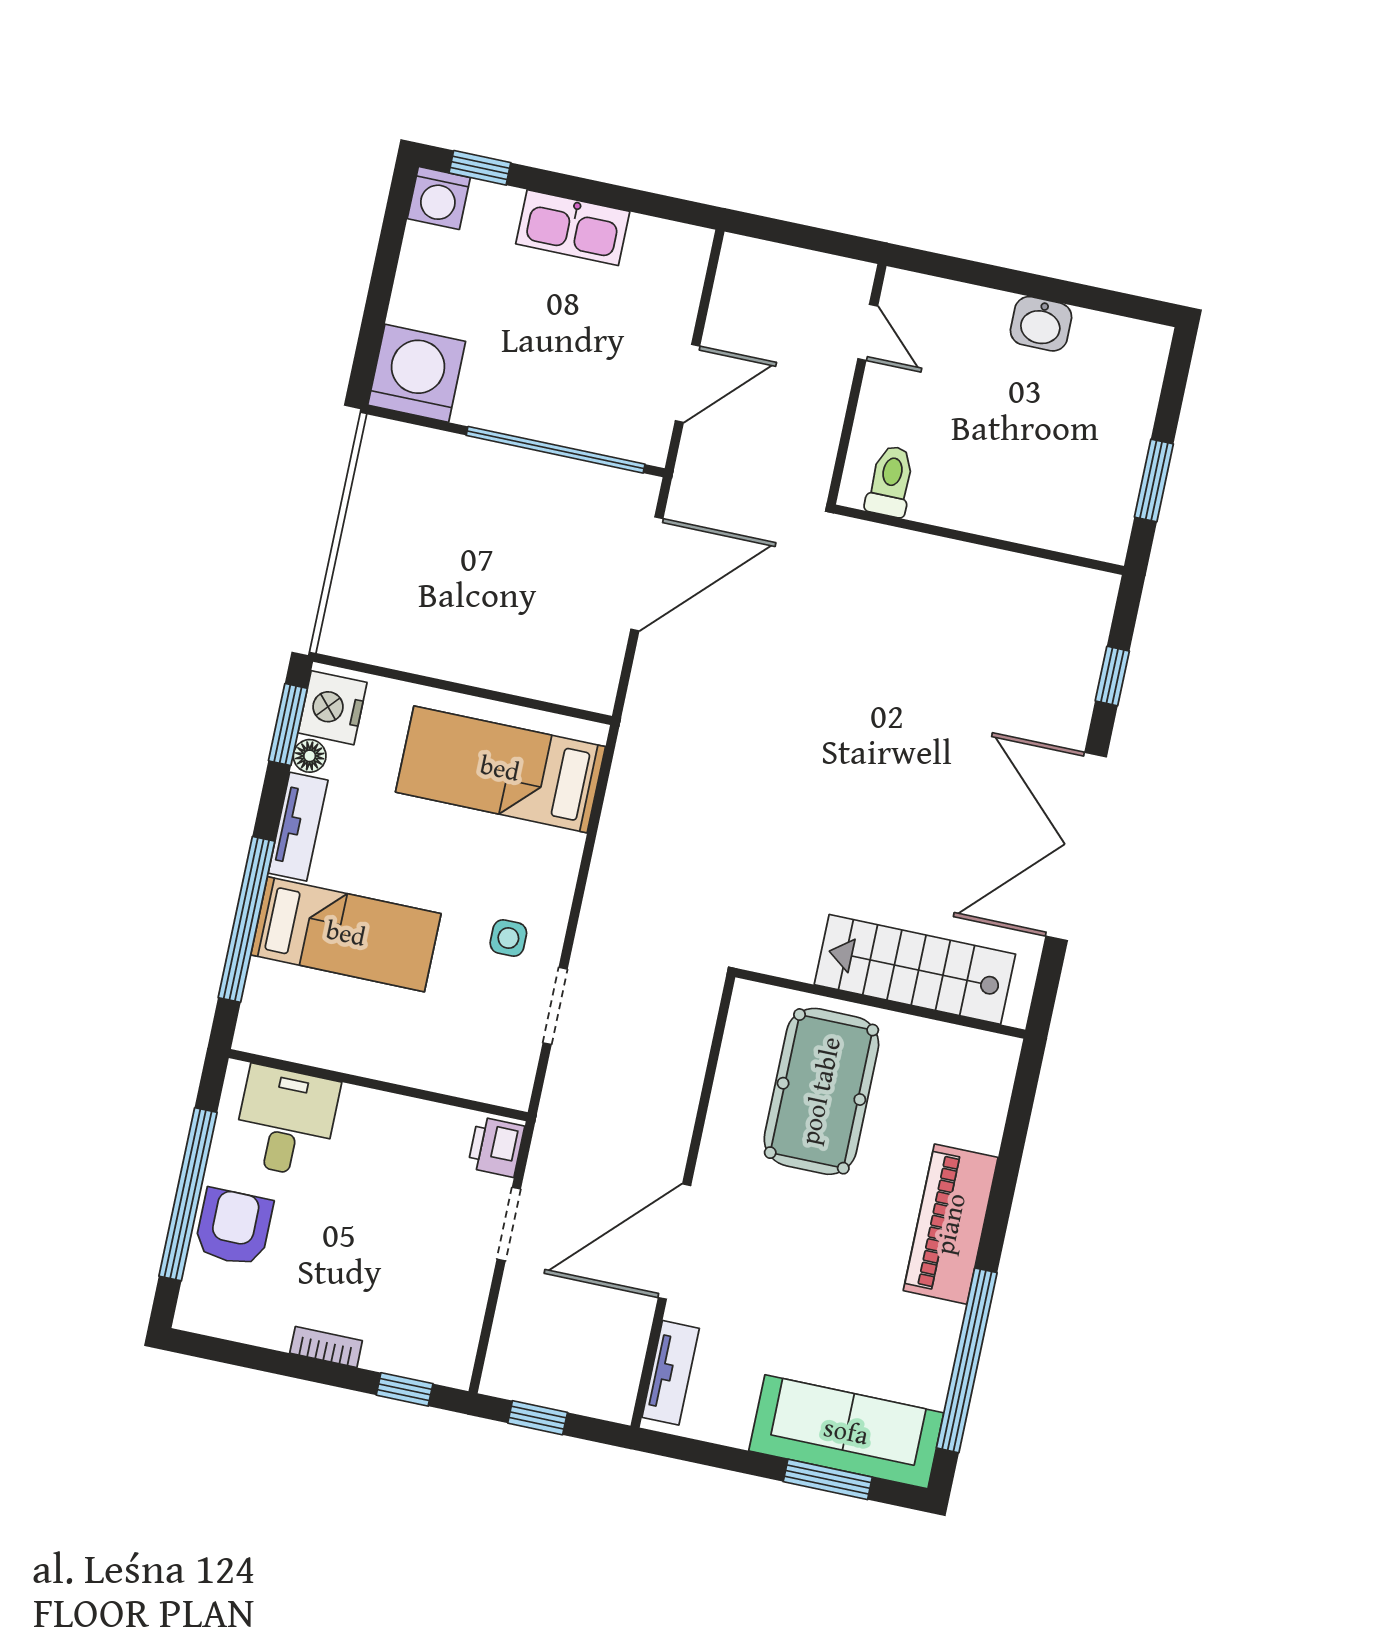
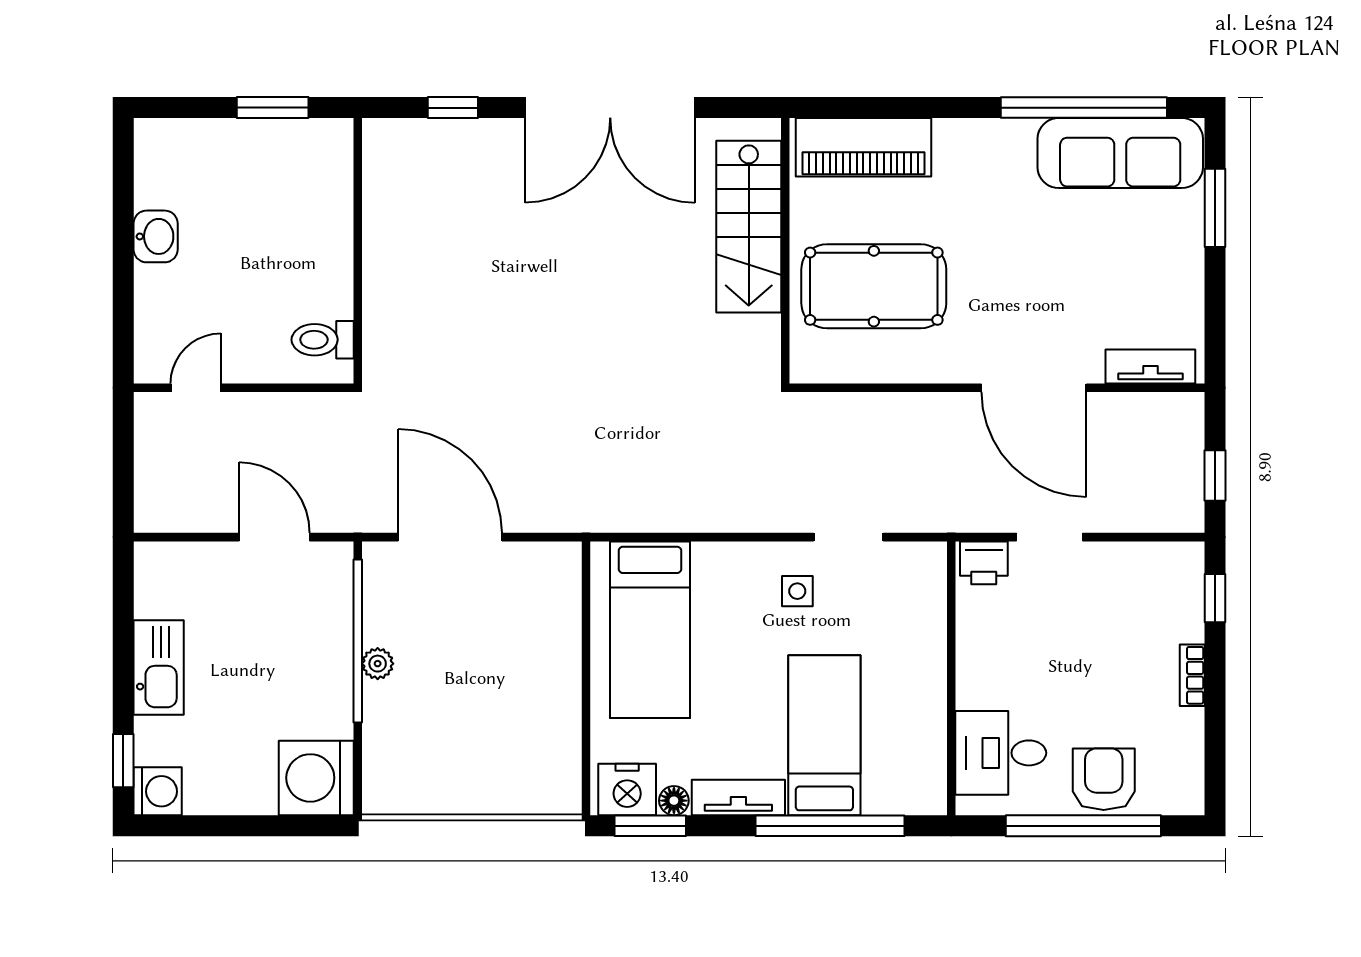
plant: (527, 466) -> (378, 664), added
piano: (951, 1224) -> (863, 147), moved
armchair: (234, 1227) -> (1104, 779), turned 90
sofa: (846, 1432) -> (1120, 153), moved, turned -90

